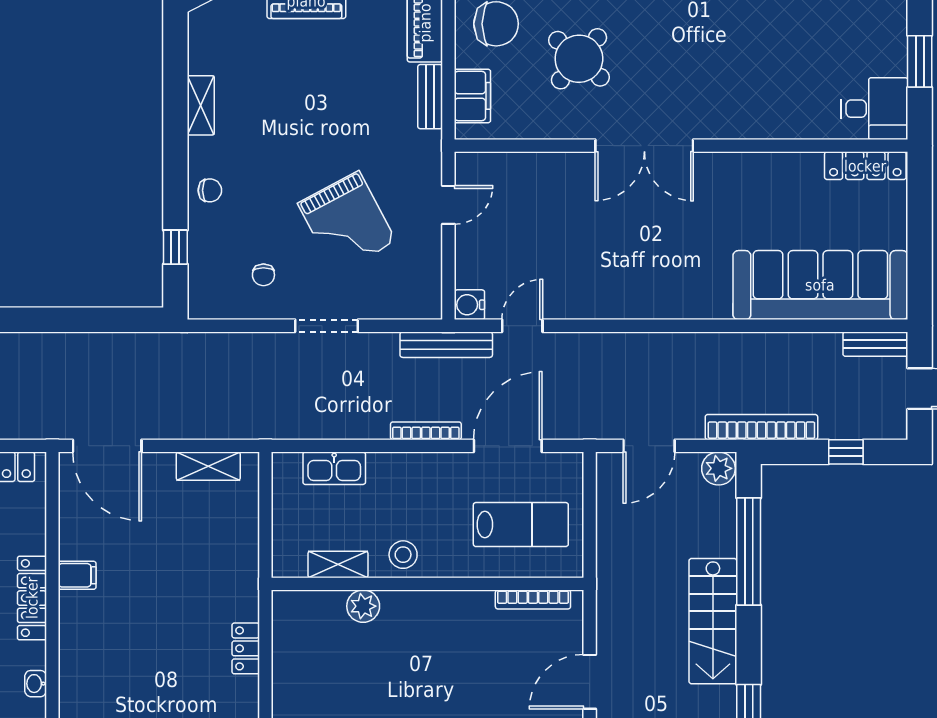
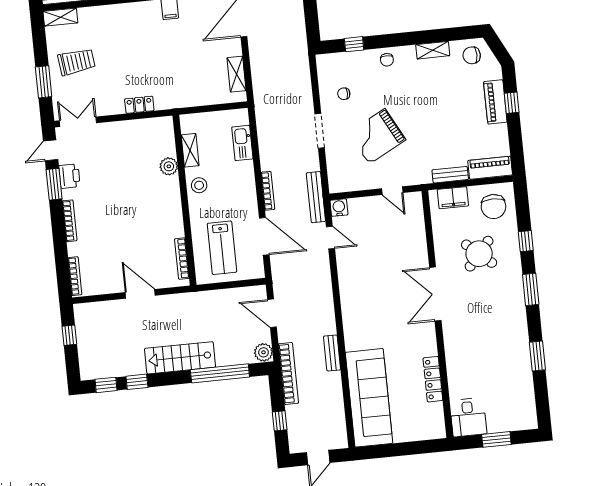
chair: (217, 36) -> (472, 55), added
locker: (865, 166) -> (433, 379), moved
bench: (875, 344) -> (332, 353), moved

